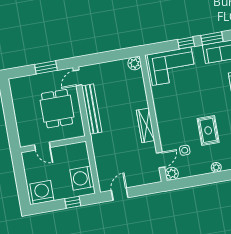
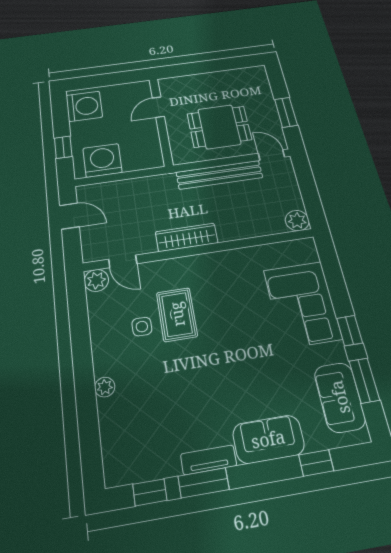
plant: (135, 63) -> (297, 221), moved
wall: (153, 118) -> (199, 250), moved
wardrobe: (146, 125) -> (187, 237), moved
rug: (208, 130) -> (177, 314), moved, turned 90
door: (161, 160) -> (123, 261), moved
plant: (172, 174) -> (96, 280), moved

